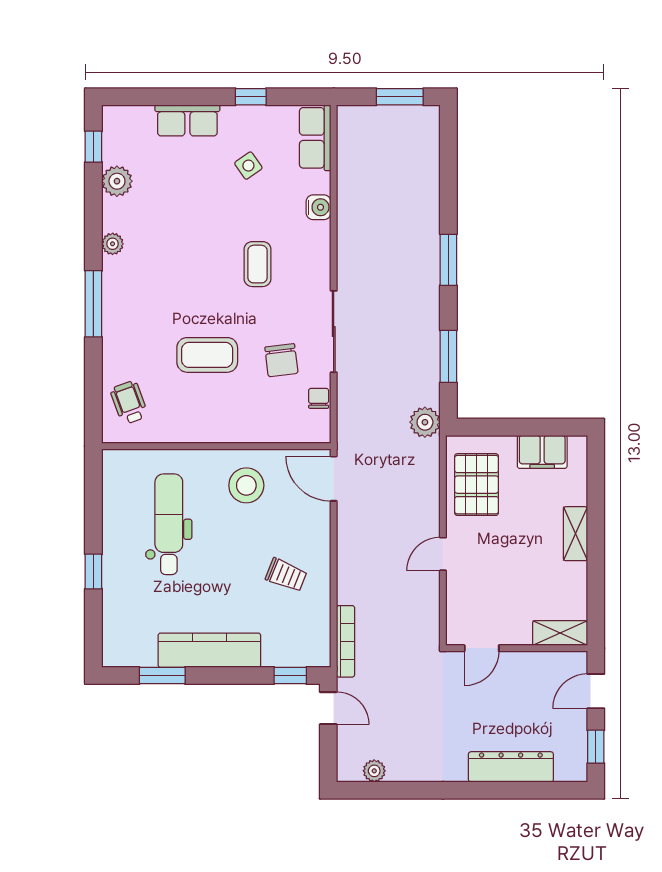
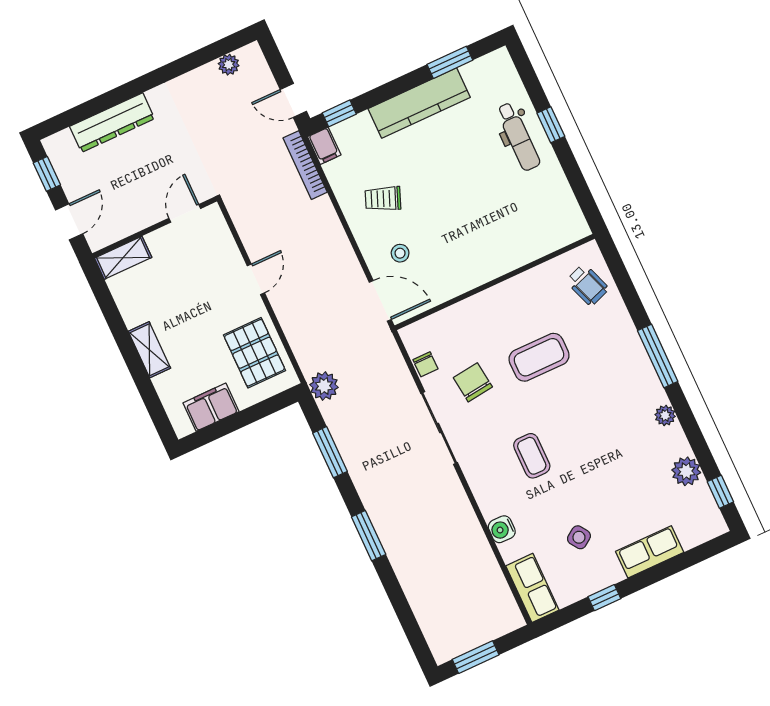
stool: (246, 485) -> (400, 253), moved, width x0.53, depth x0.53
dental chair: (169, 524) -> (518, 137), moved, width x0.73, depth x0.72
filing cabinet: (319, 651) -> (324, 146), added

